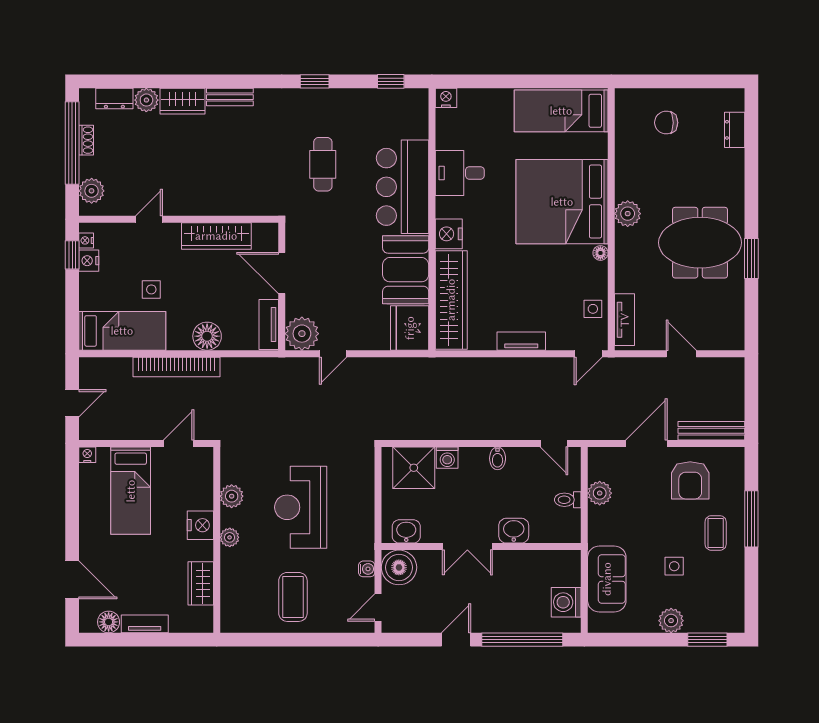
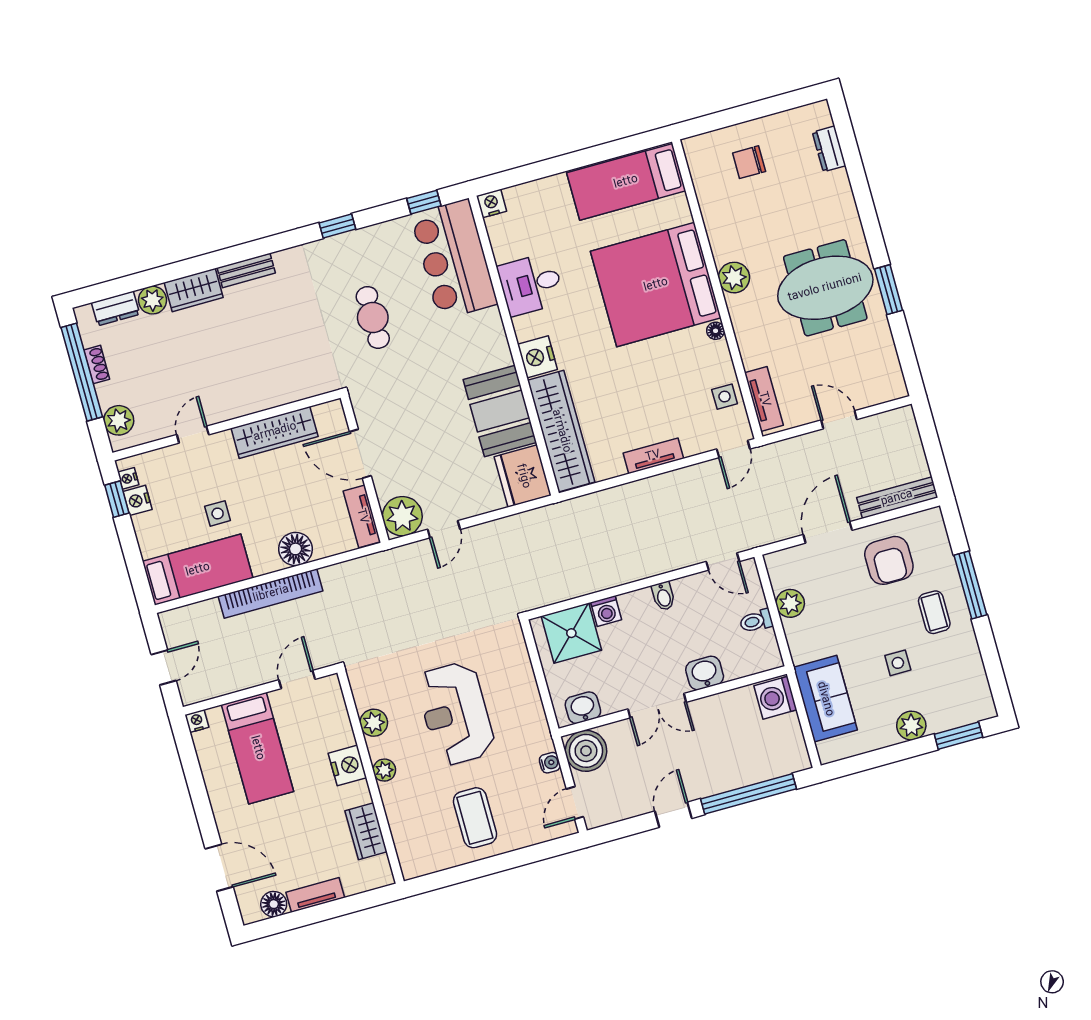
bar counter: (403, 187) -> (454, 259), moved
washing machine: (566, 602) -> (775, 698), moved

